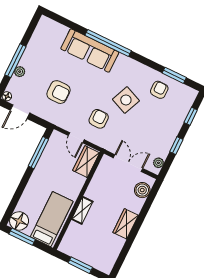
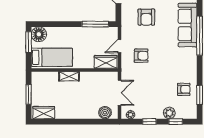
side table: (126, 100) -> (165, 69), removed
plant: (178, 119) -> (169, 113), added
wardrobe: (126, 224) -> (44, 113), moved

